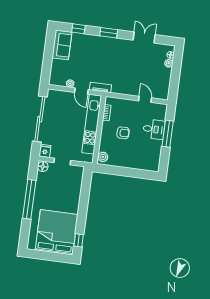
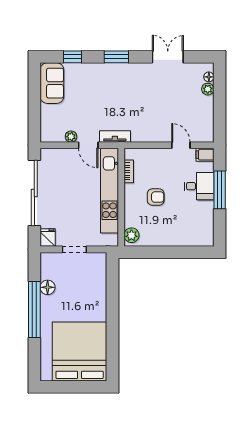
filing cabinet: (161, 108) -> (205, 155), added
floor lamp: (43, 167) -> (48, 287), moved
window: (79, 240) -> (112, 359), removed

